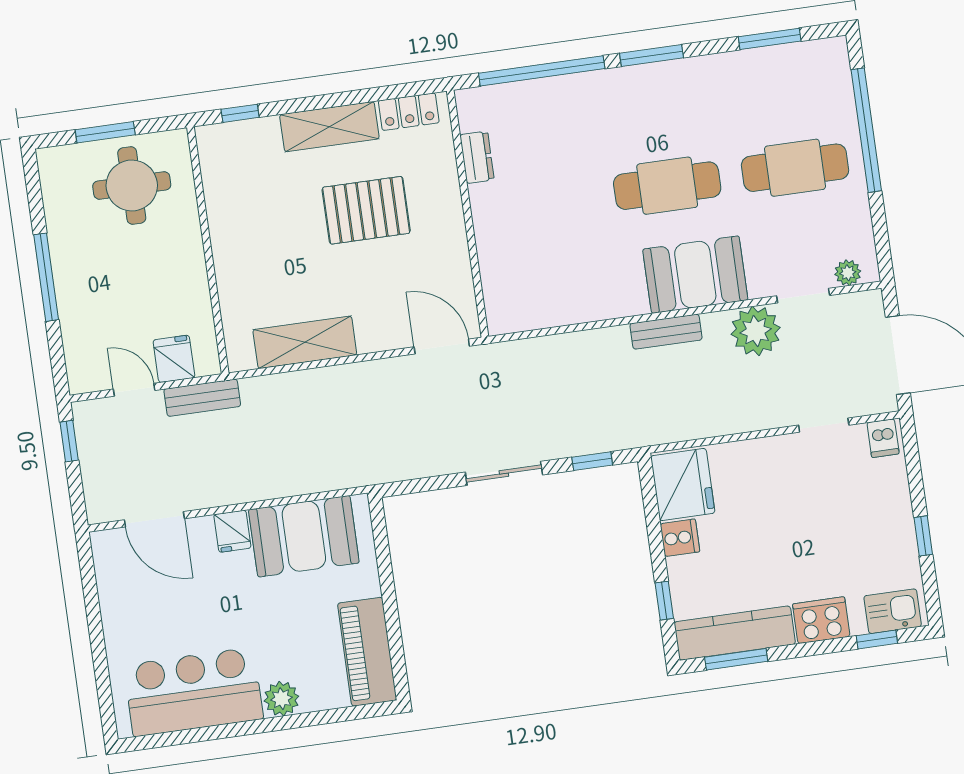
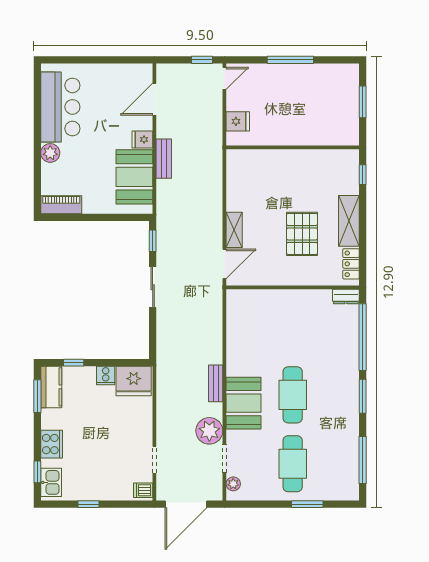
window: (770, 39) -> (363, 460), width x1.44
window: (866, 130) -> (307, 504), width x0.47
dresser: (477, 157) -> (346, 297), moved
round table: (132, 185) -> (333, 112), removed
shelving: (305, 342) -> (234, 230), moved, width x0.67, depth x0.75
door: (134, 390) -> (224, 78), moved
bench: (202, 398) -> (164, 159), moved
window: (592, 461) -> (153, 241), moved
kitchen counter: (735, 633) -> (51, 387), width x0.67
piano: (367, 652) -> (61, 205), width x0.73, depth x0.75

